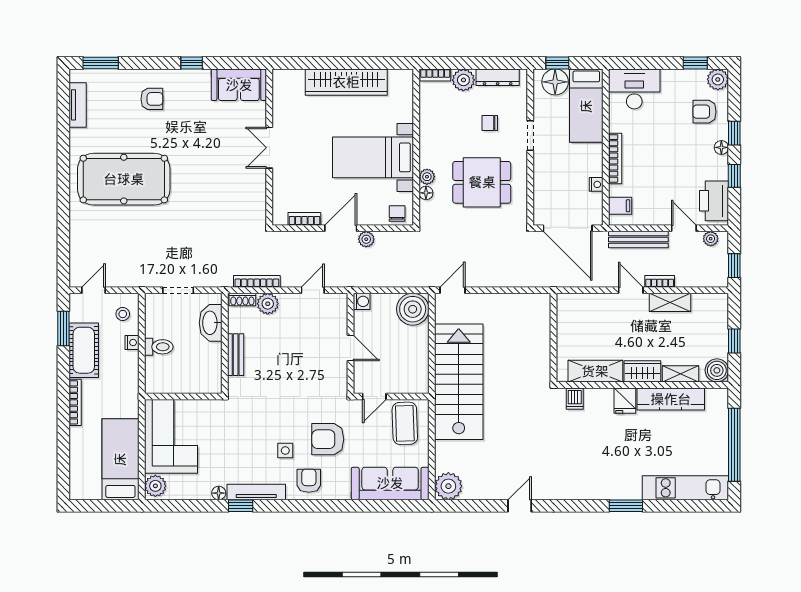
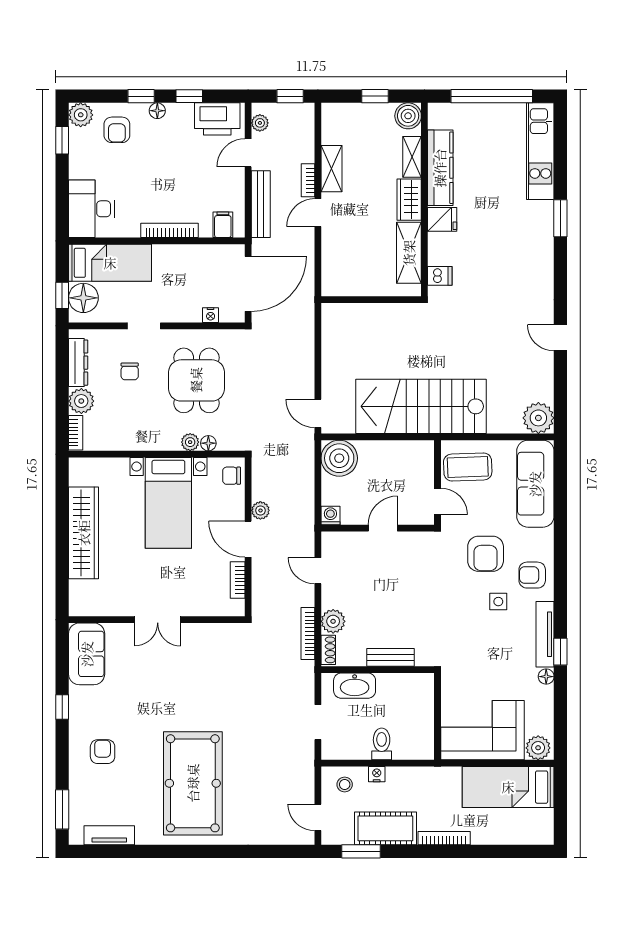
nightstand: (596, 184) -> (211, 315), moved, turned 180

